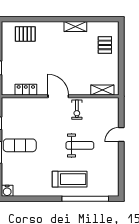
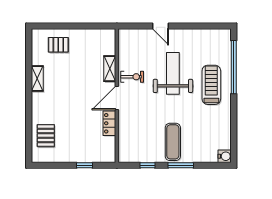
locker: (26, 90) -> (109, 123), moved
shelving: (102, 90) -> (110, 69), moved
weight bench: (80, 145) -> (173, 73), width x1.36, depth x1.33

